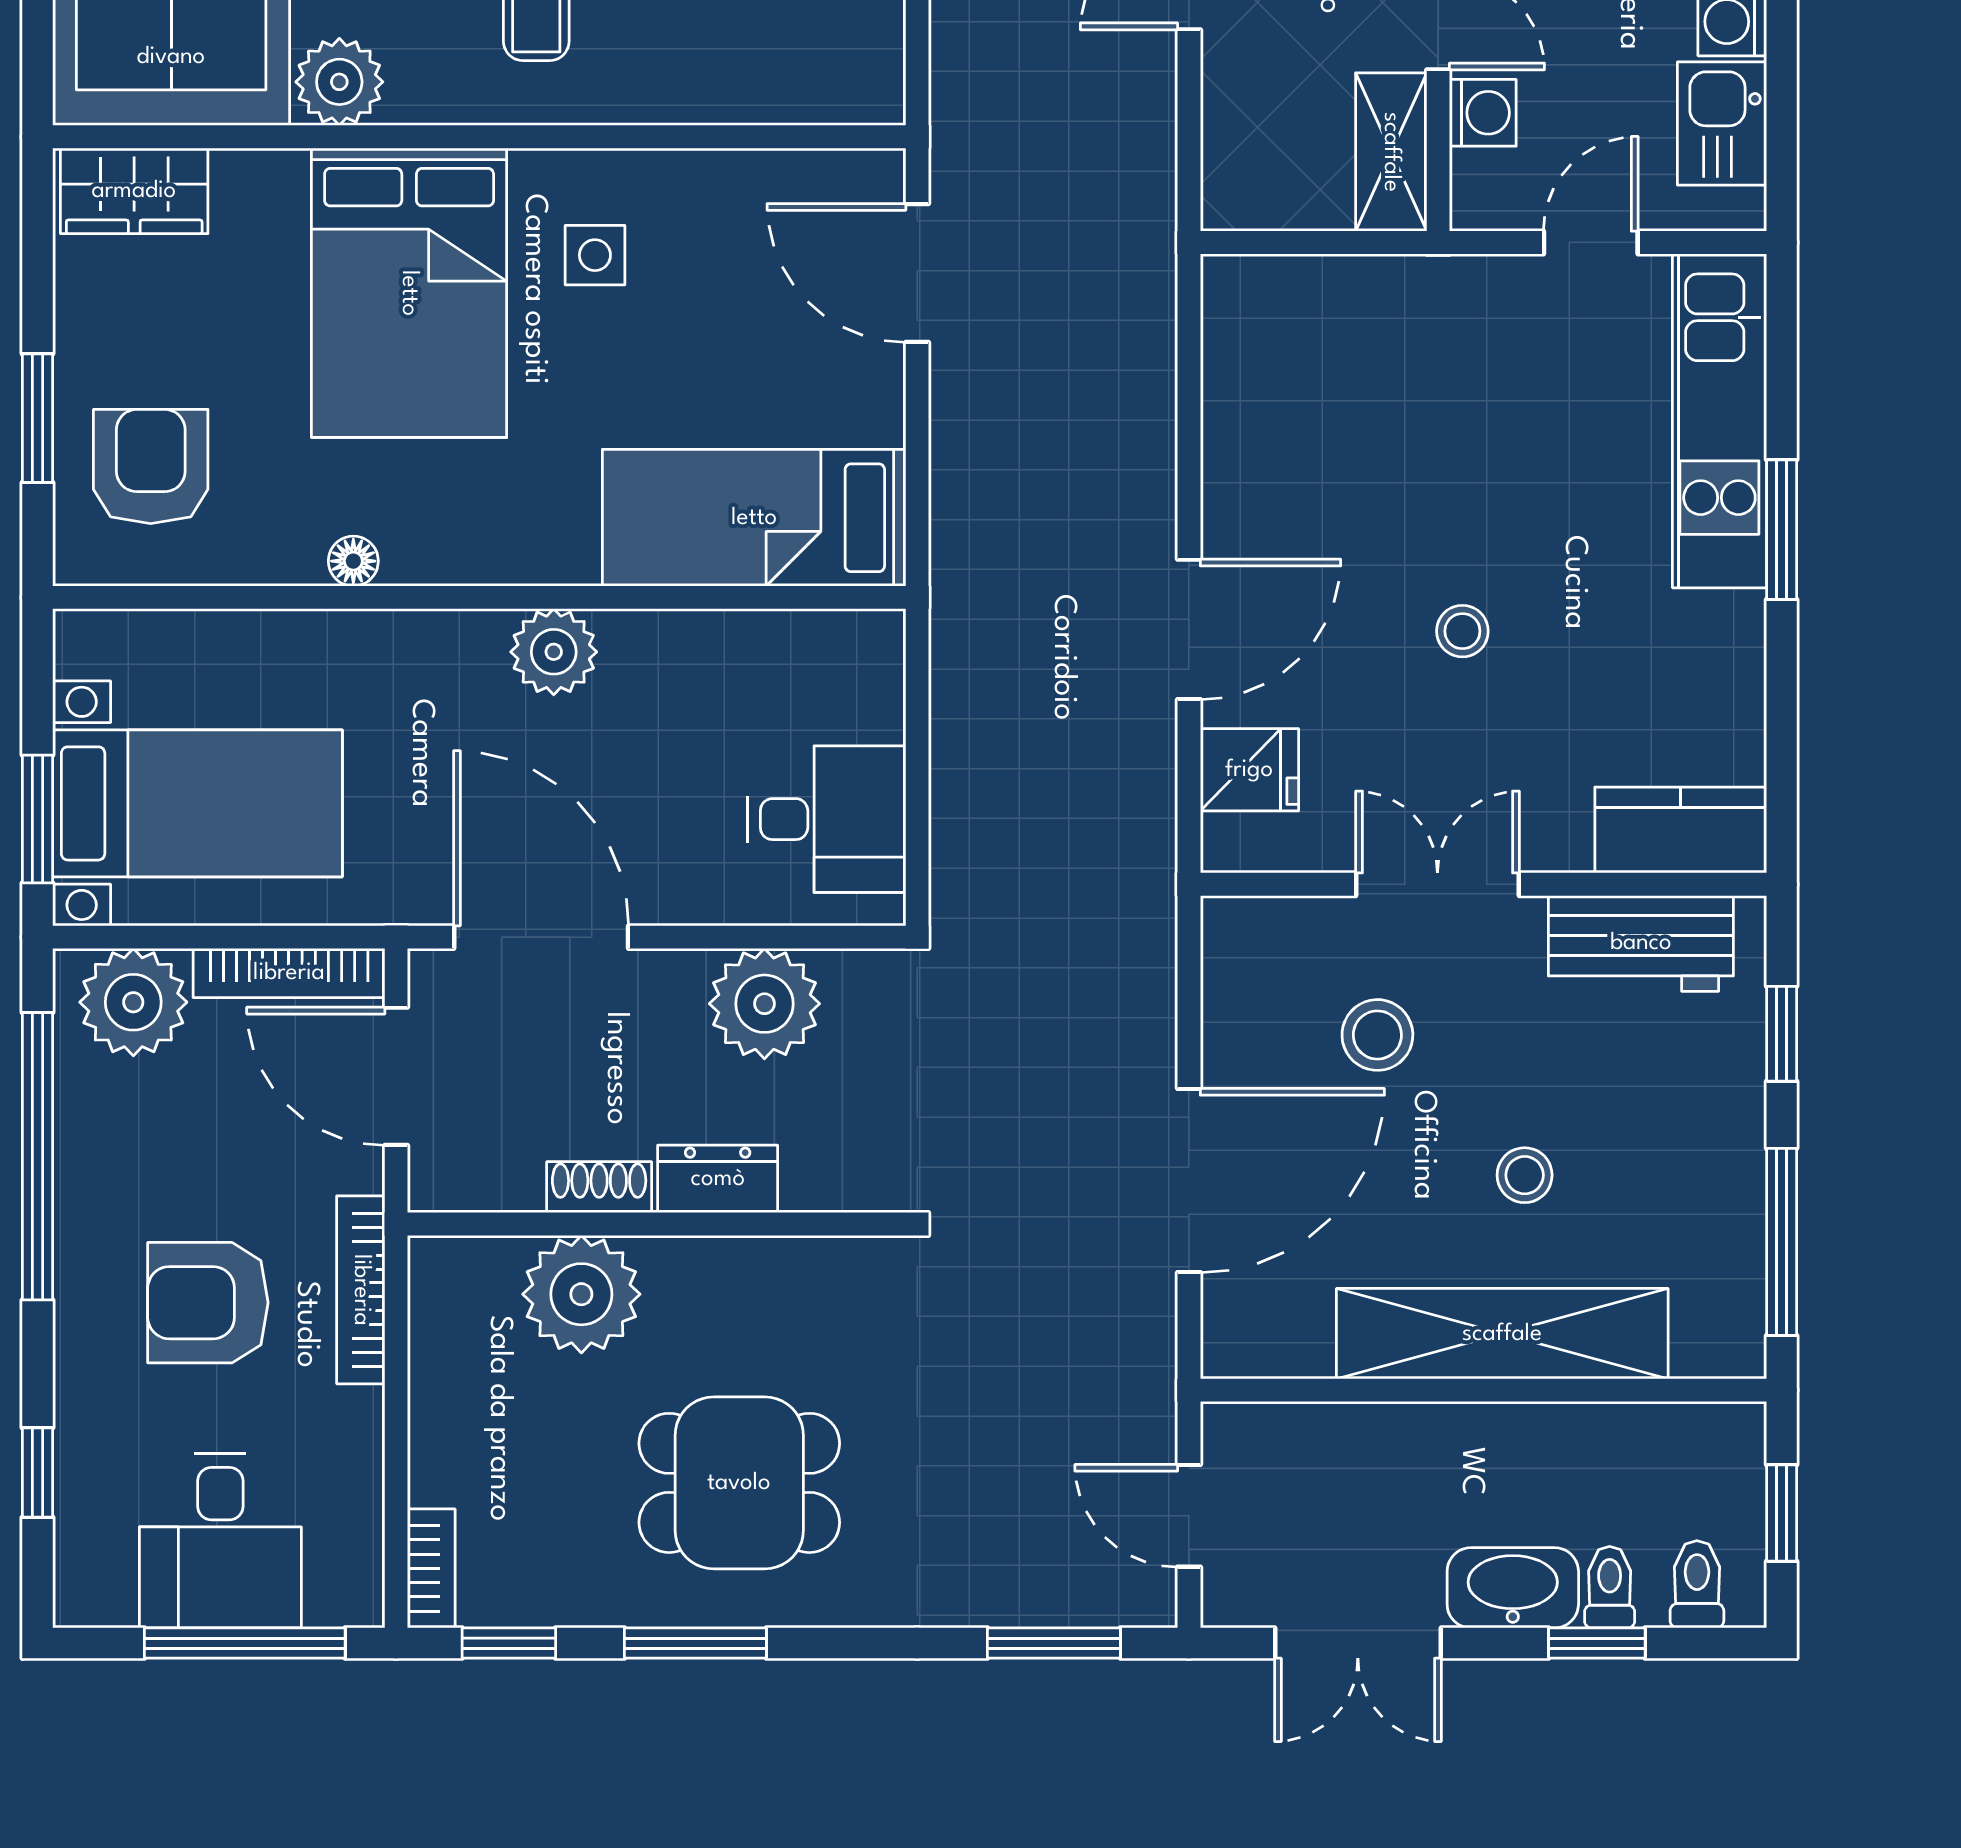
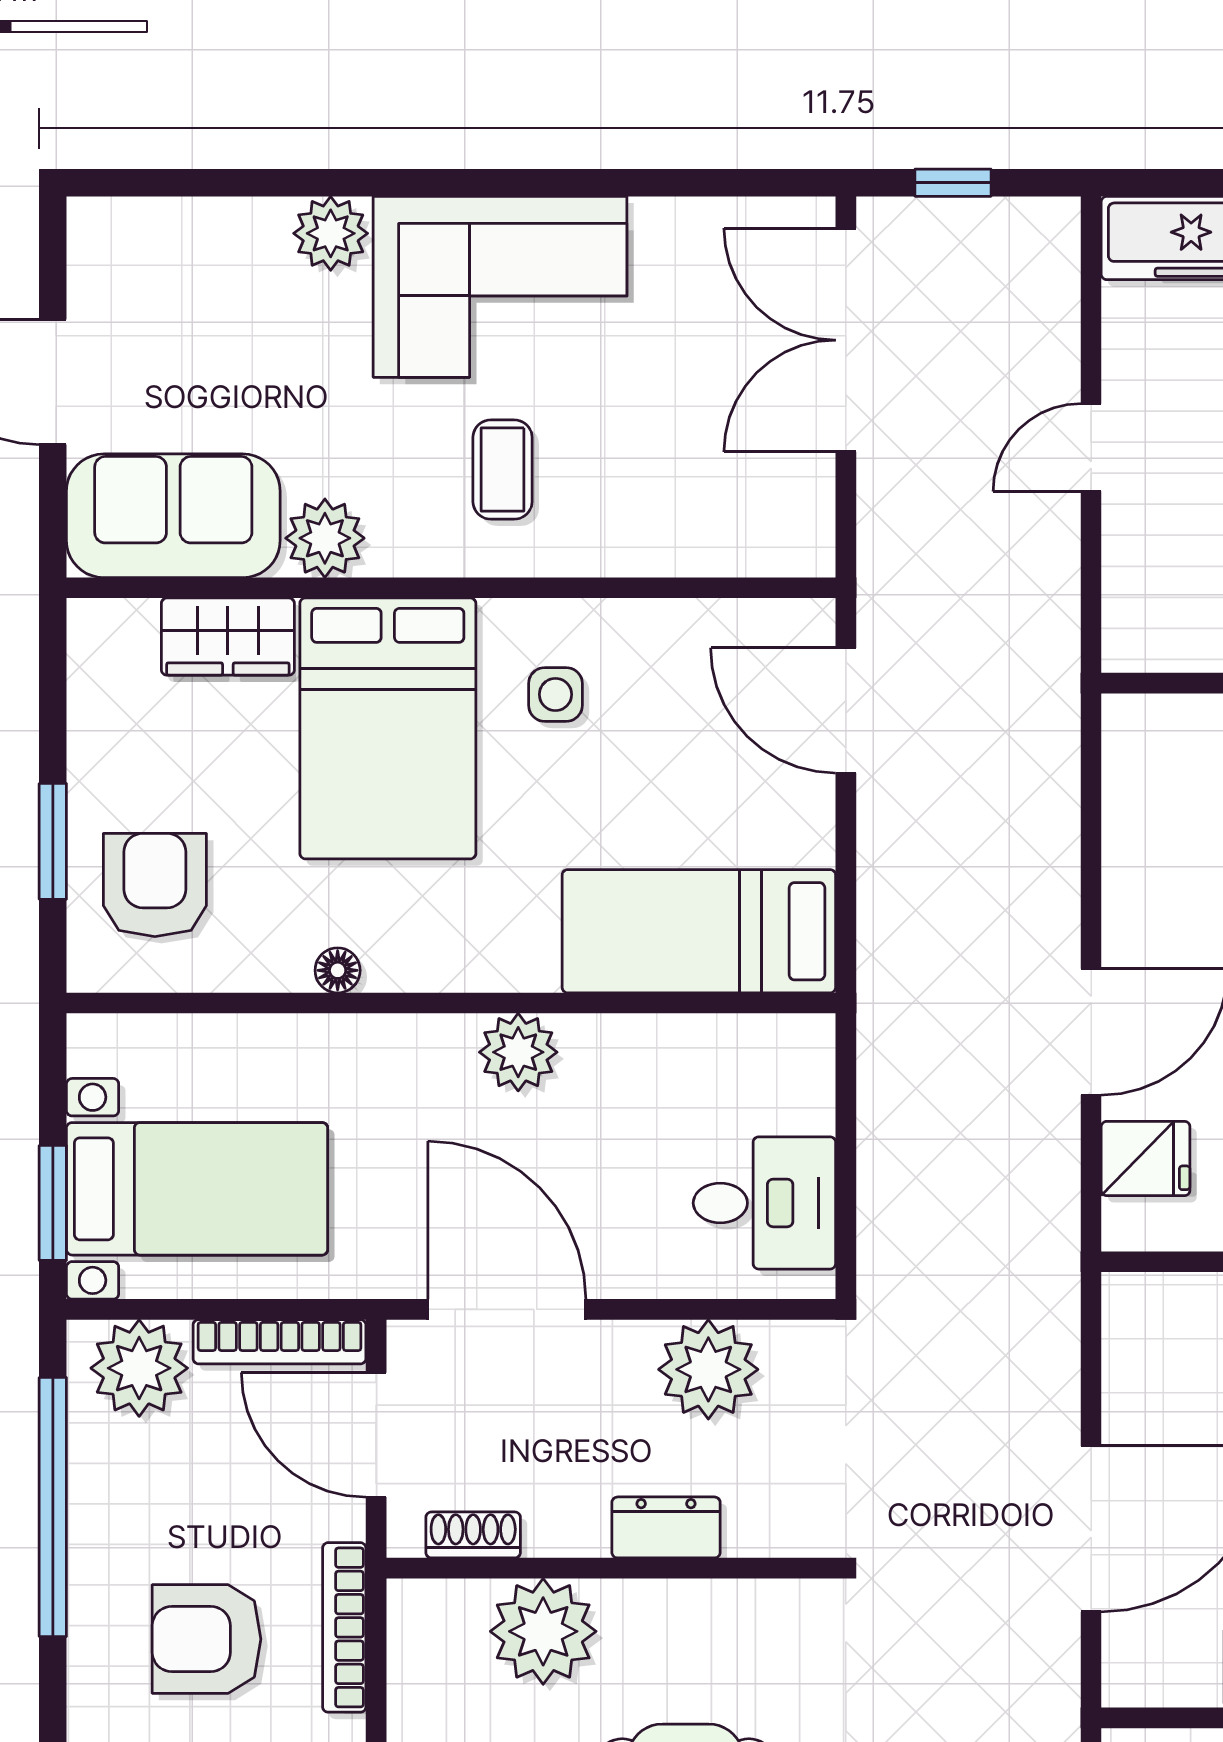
wardrobe: (134, 191) -> (228, 637), moved
shoe rack: (599, 1187) -> (473, 1535), moved

